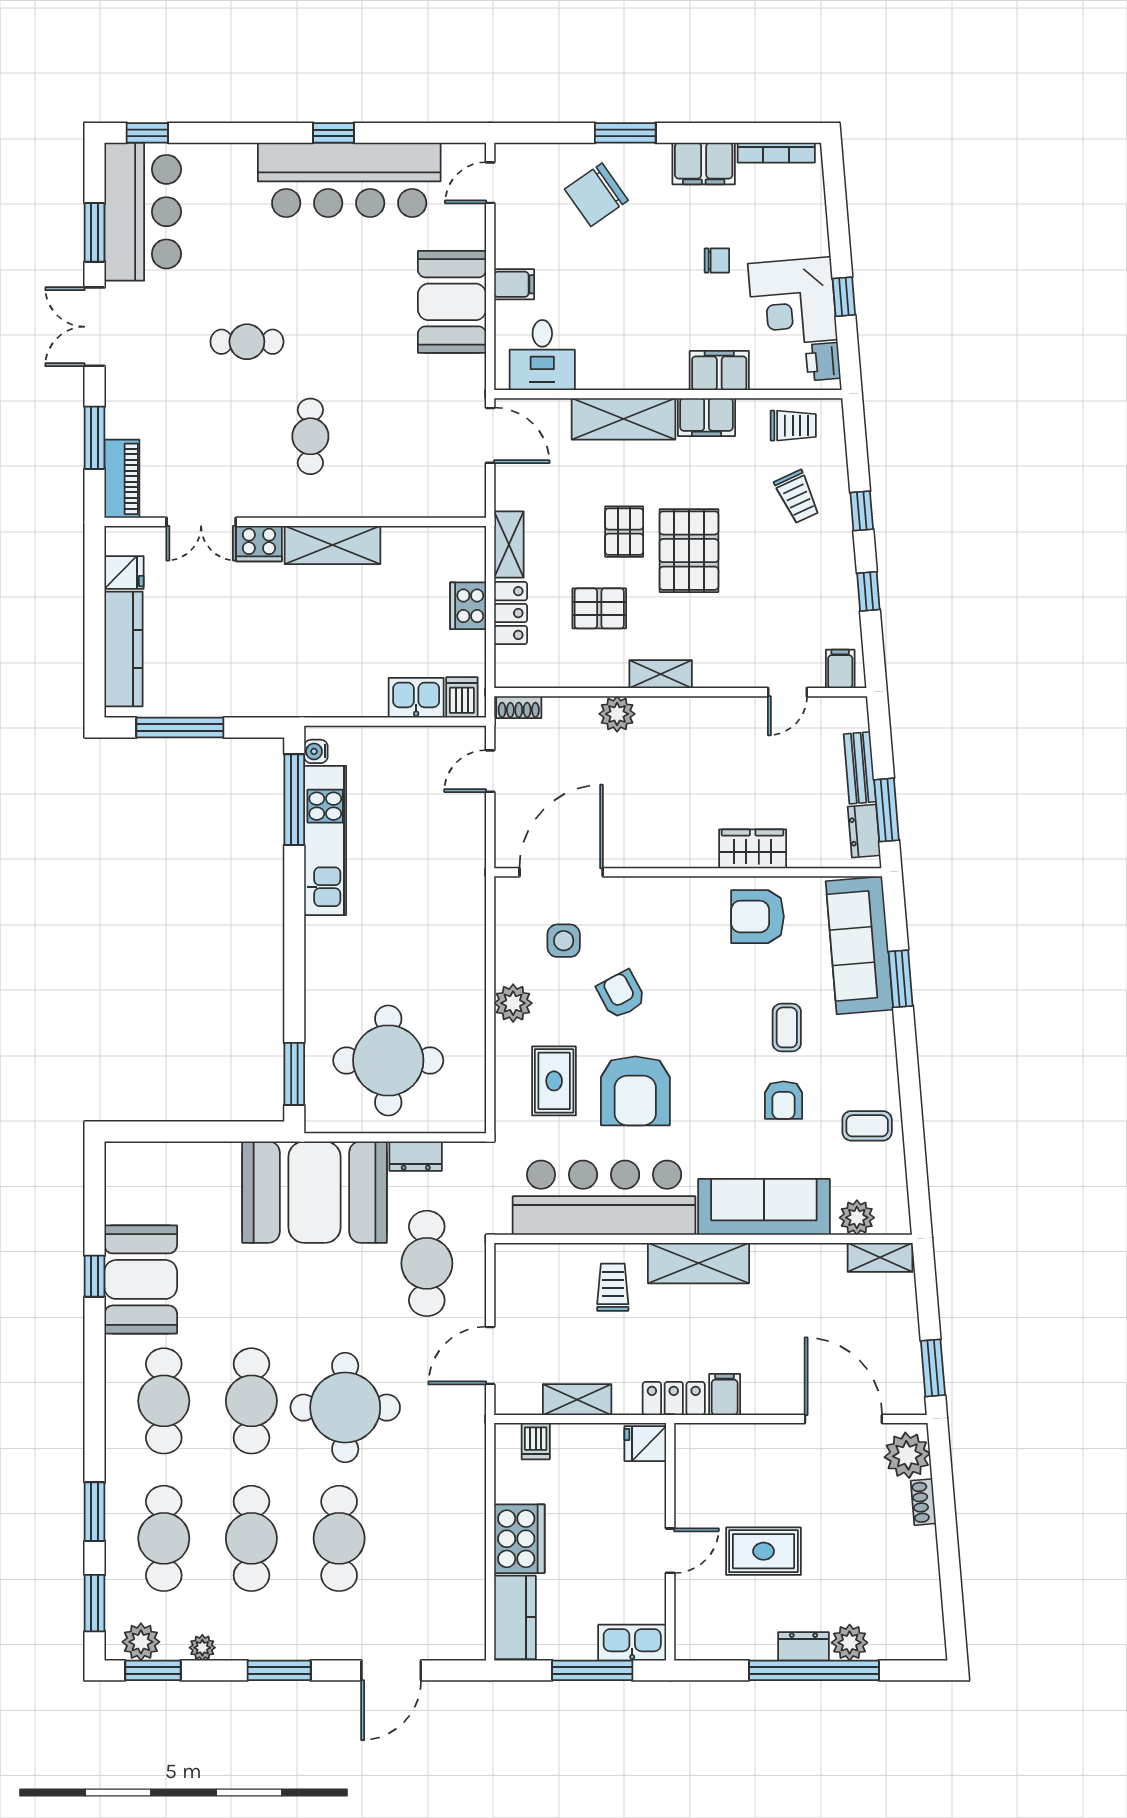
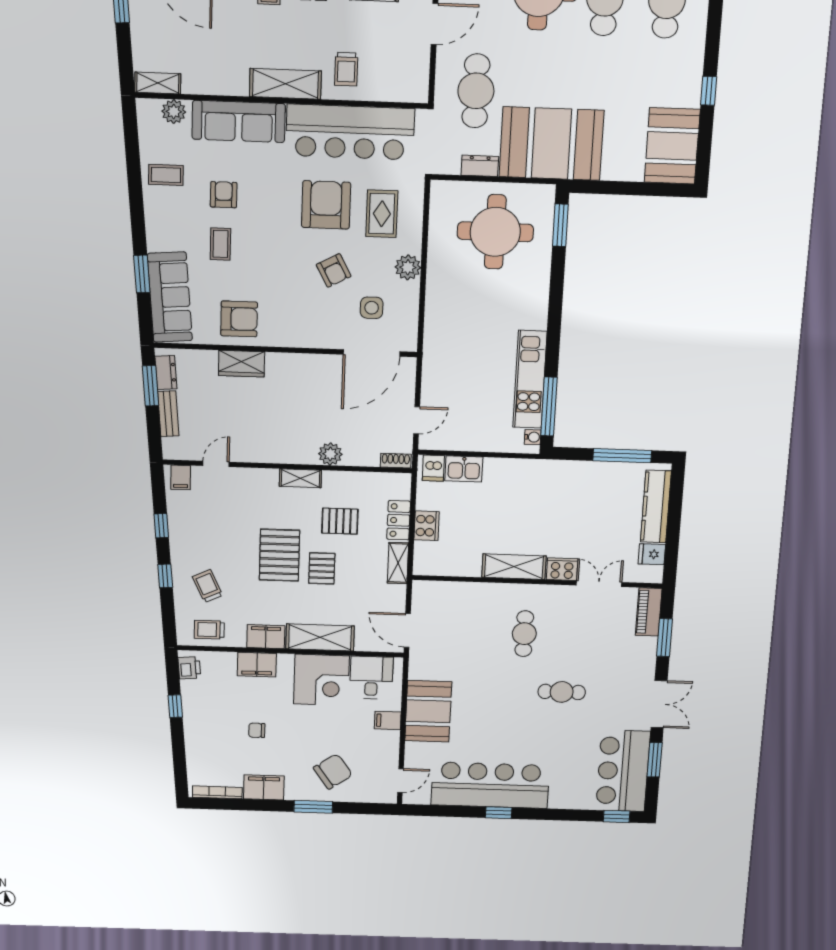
corner desk: (793, 302) -> (321, 680), moved, turned 95
booth: (141, 1279) -> (672, 146), moved

